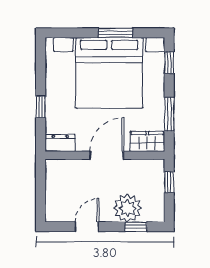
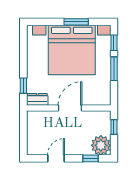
window: (41, 107) -> (23, 86), moved
window: (169, 114) -> (114, 69), moved
wardrobe: (147, 141) -> (99, 98), removed
plant: (128, 208) -> (101, 145), moved

